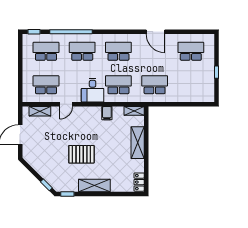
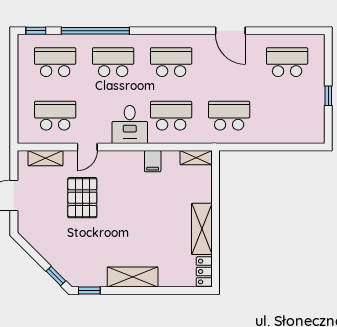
shelving: (138, 143) -> (202, 229), moved
pallet: (81, 154) -> (82, 198), moved, turned 90

